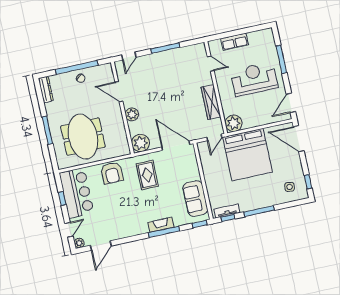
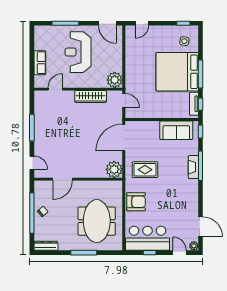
plant: (132, 114) -> (86, 172), removed
meeting table: (83, 137) -> (97, 221), turned 90
door: (299, 139) -> (142, 23), width x0.53
bed: (247, 155) -> (177, 72), moved, turned 180

